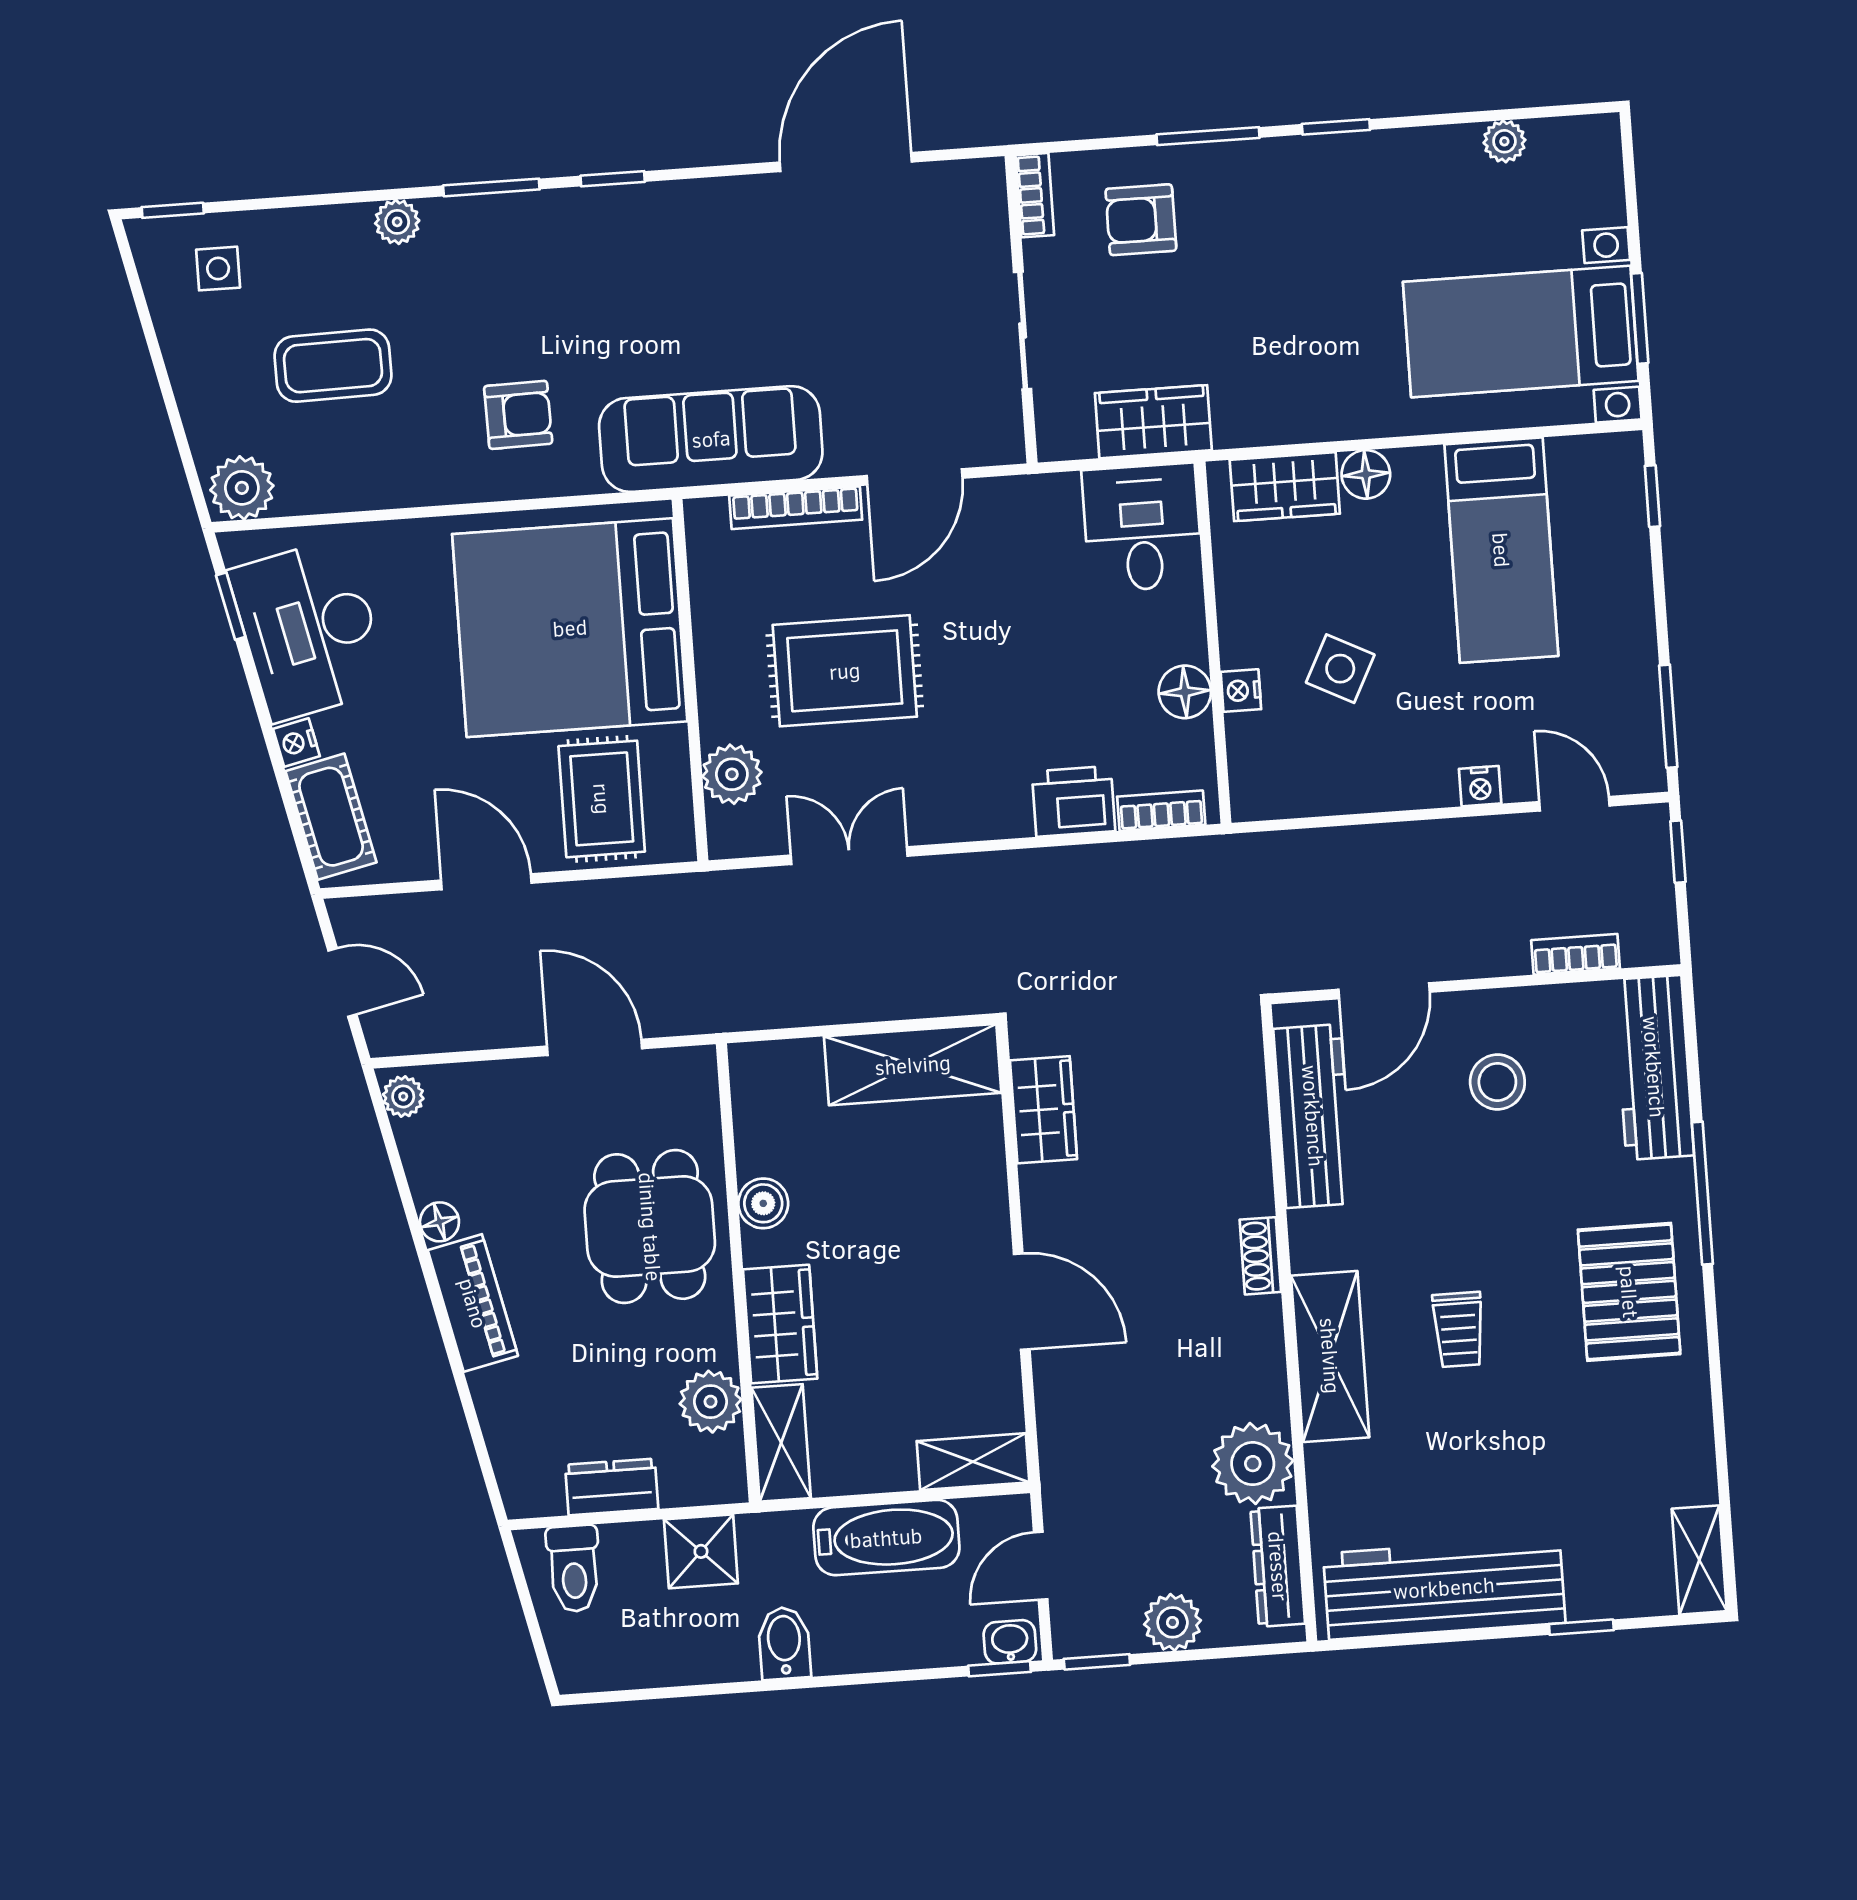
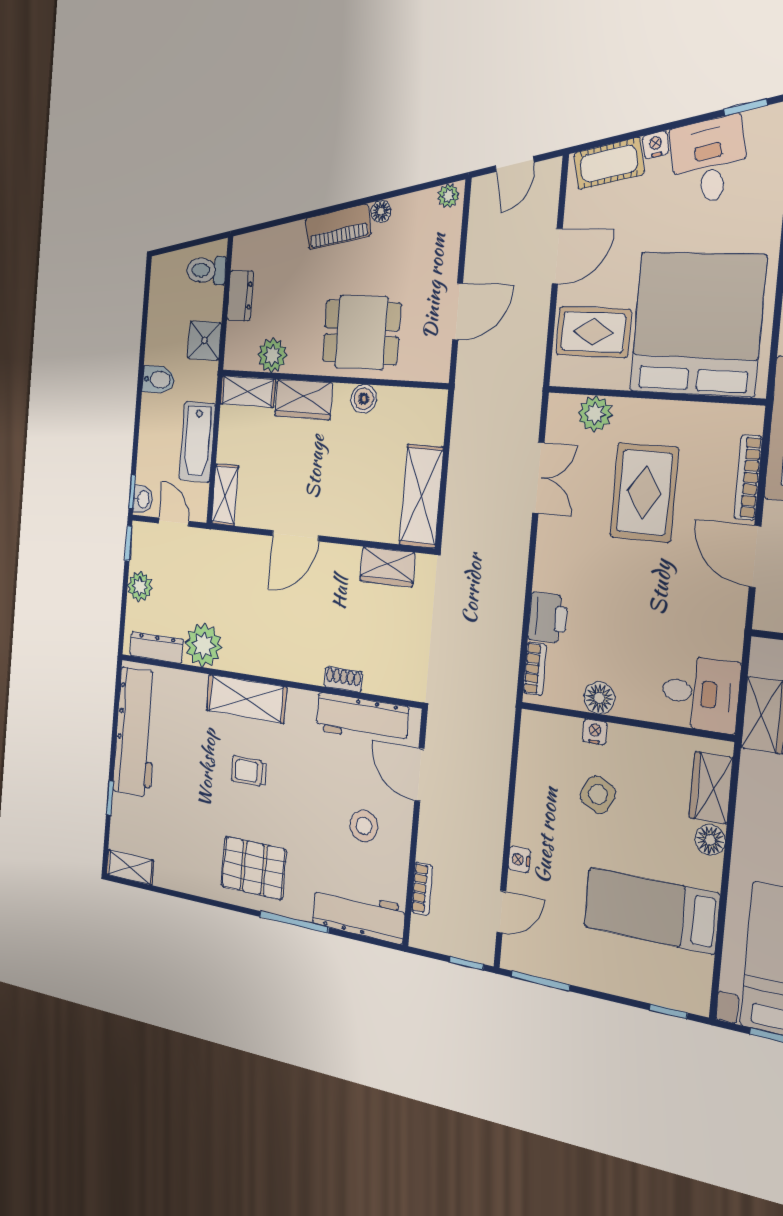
desk: (309, 630) -> (709, 160), width x0.73
shoe rack: (1260, 1256) -> (343, 679), moved

